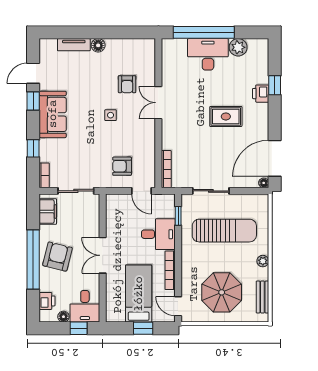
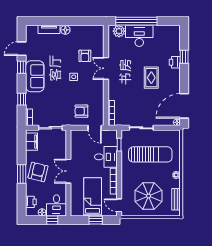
plant: (238, 47) -> (119, 31), moved
rug: (226, 116) -> (151, 78), turned 90
window: (33, 260) -> (22, 174), width x0.47

